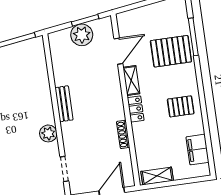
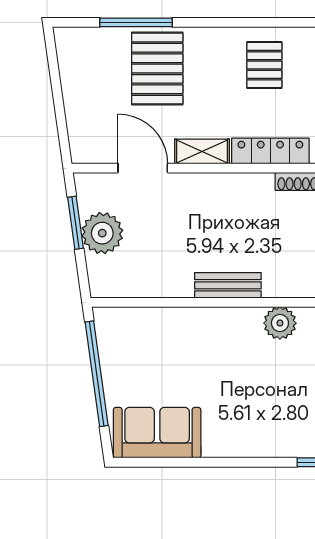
locker: (136, 109) -> (270, 151), width x1.53

